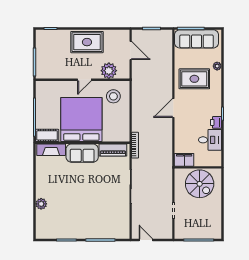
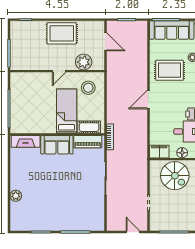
bed: (81, 119) -> (67, 111), width x0.49
cot: (47, 135) -> (89, 127), moved
floor lamp: (207, 161) -> (182, 153), added
door: (146, 240) -> (133, 232), moved

